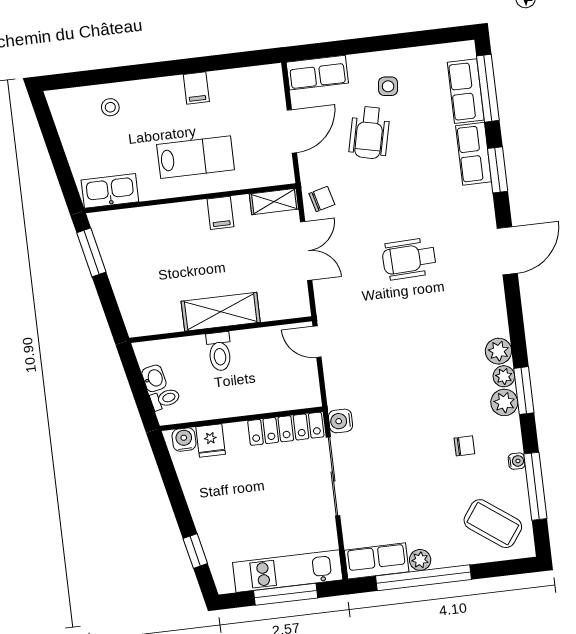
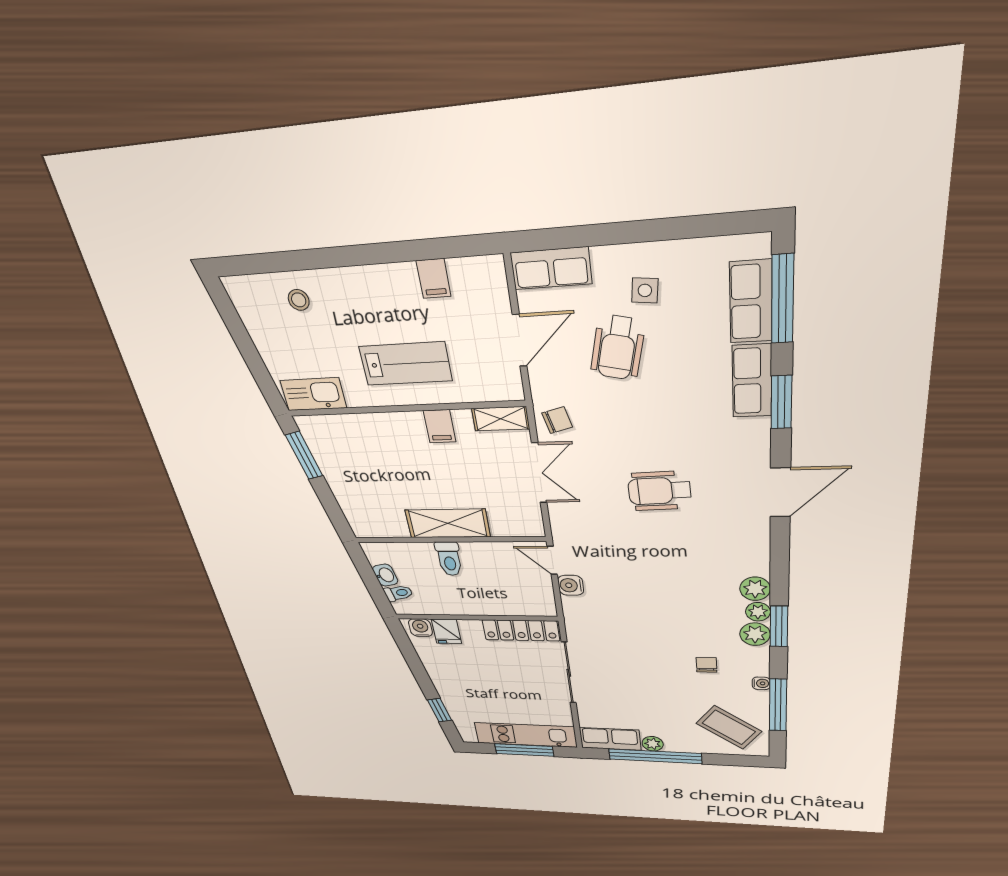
filing cabinet: (196, 88) -> (434, 279), moved
water cooler: (341, 421) -> (571, 585), moved
chair: (464, 446) -> (706, 665), turned -90

